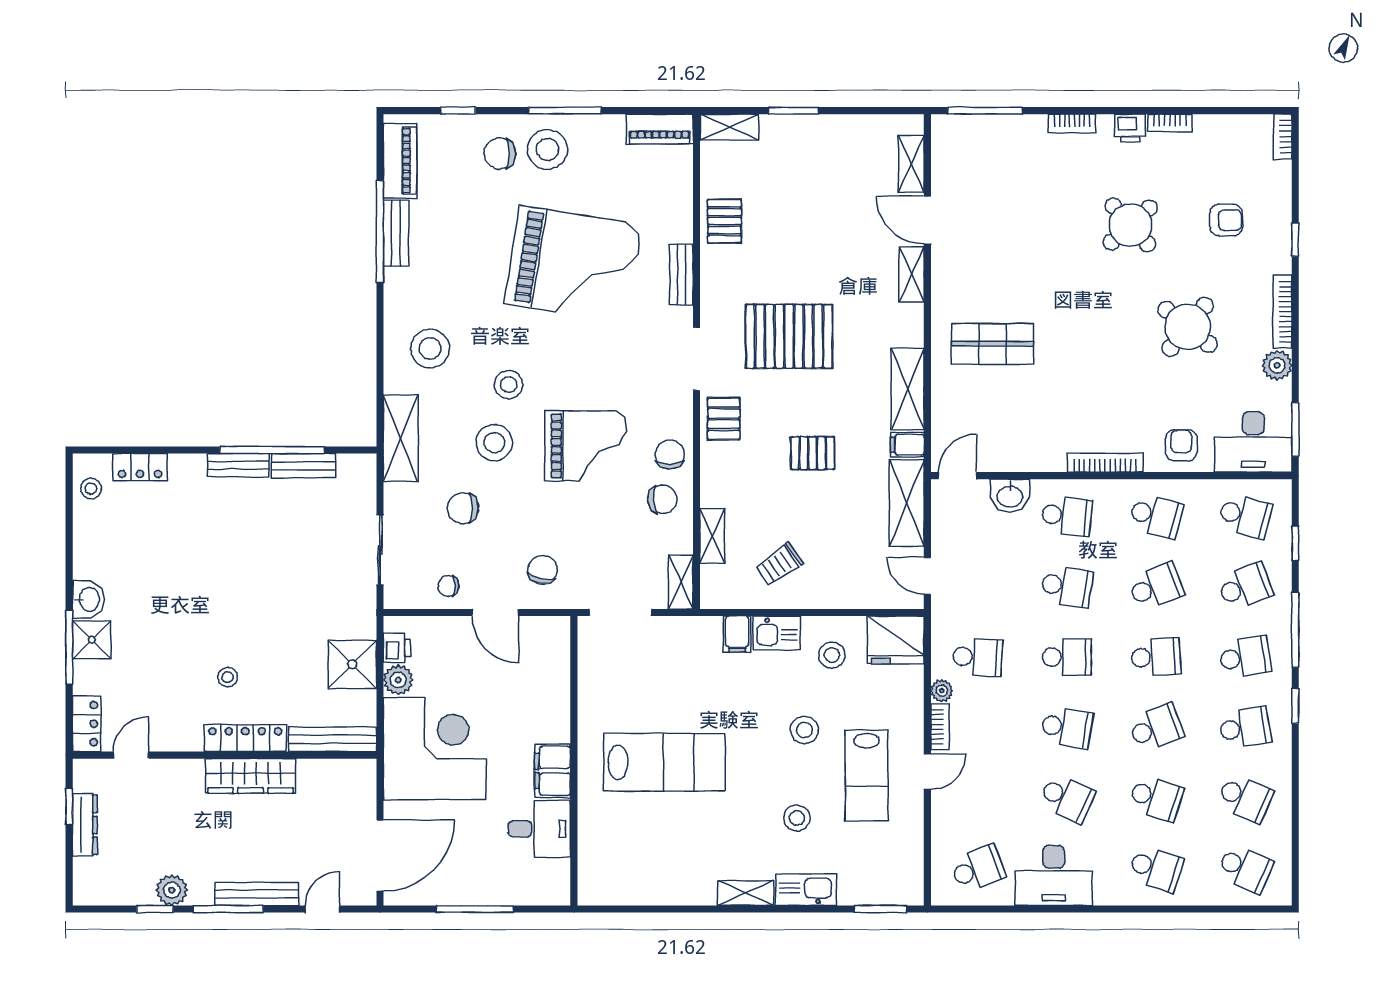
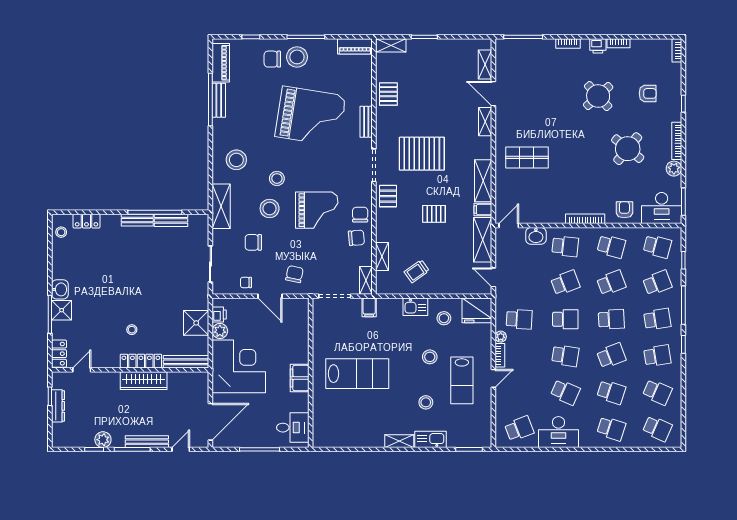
school desk: (1067, 587) -> (565, 283), turned -30
filing cabinet: (737, 634) -> (369, 307), moved
desk: (539, 829) -> (293, 428), moved

